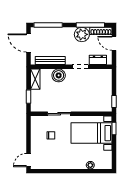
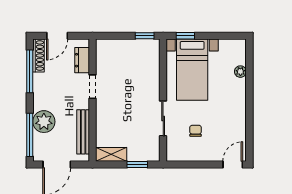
plant: (82, 34) -> (44, 122), moved
boiler: (59, 75) -> (105, 119), removed
door: (29, 160) -> (233, 164), swing flipped

